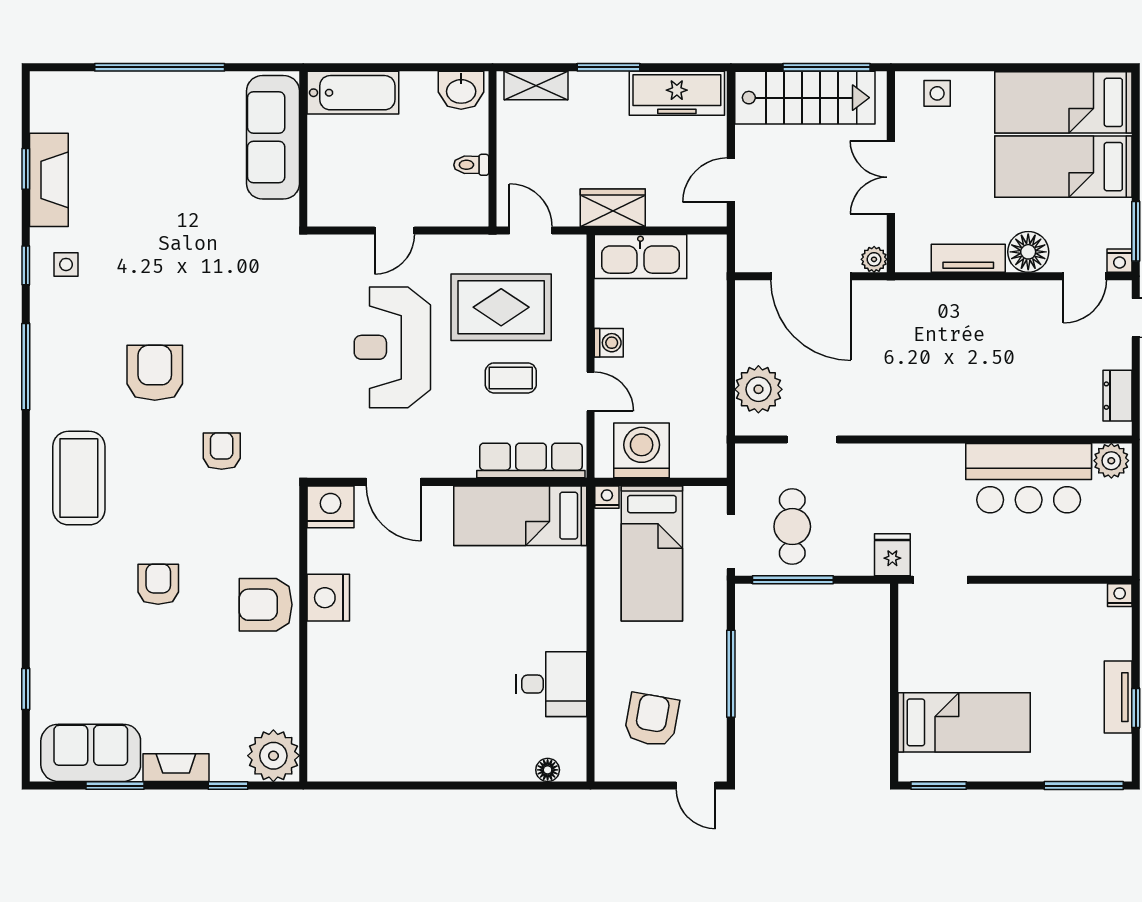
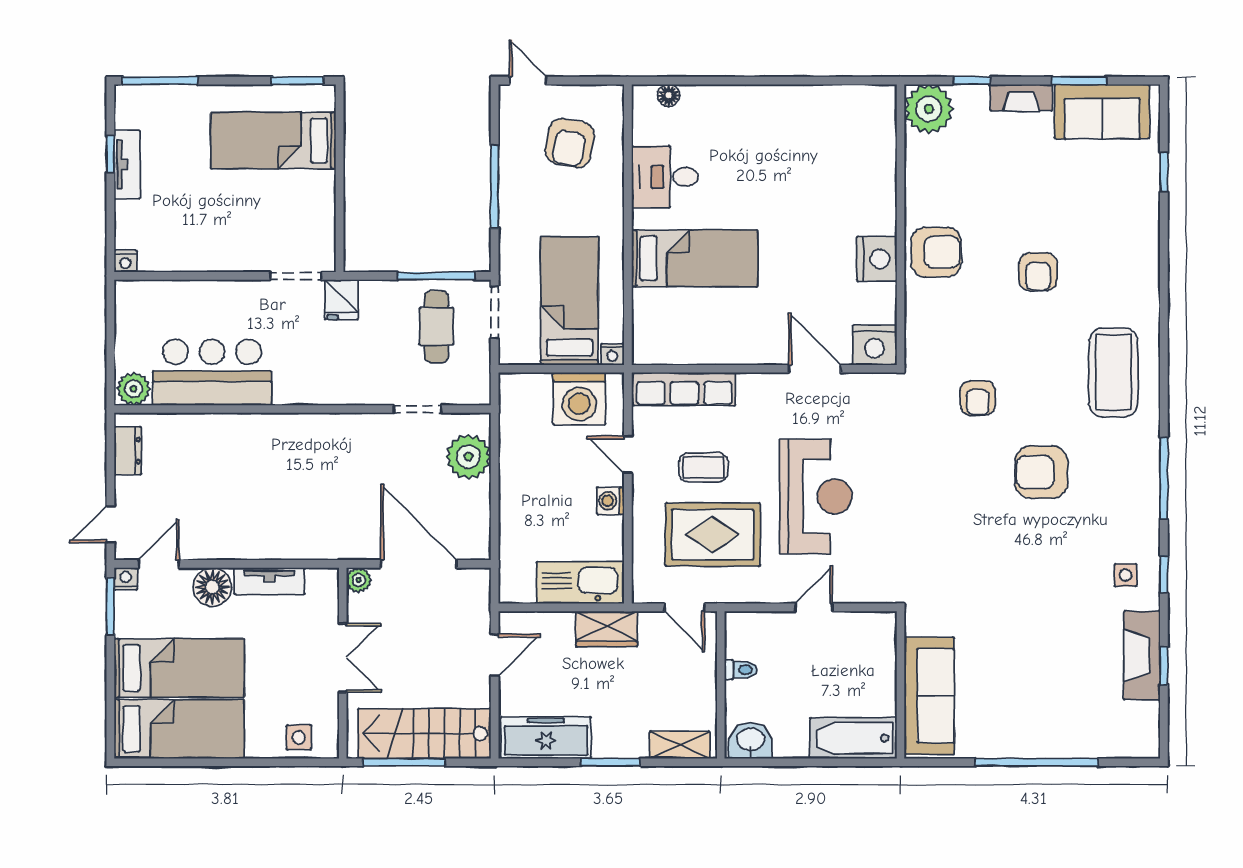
armchair: (155, 373) -> (1041, 472), turned 90
bed: (520, 516) -> (695, 258), moved

